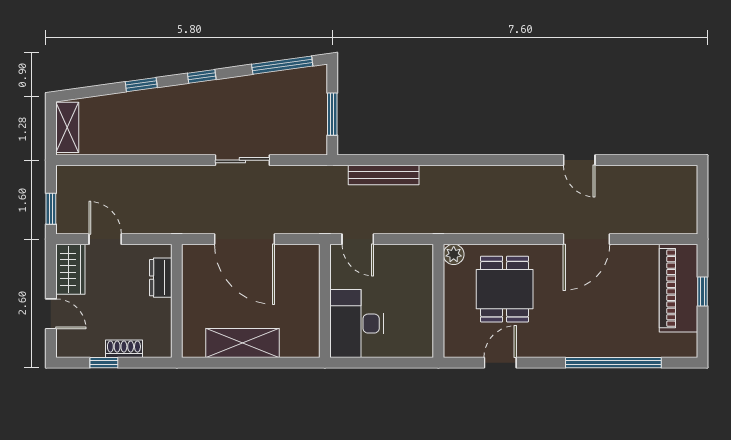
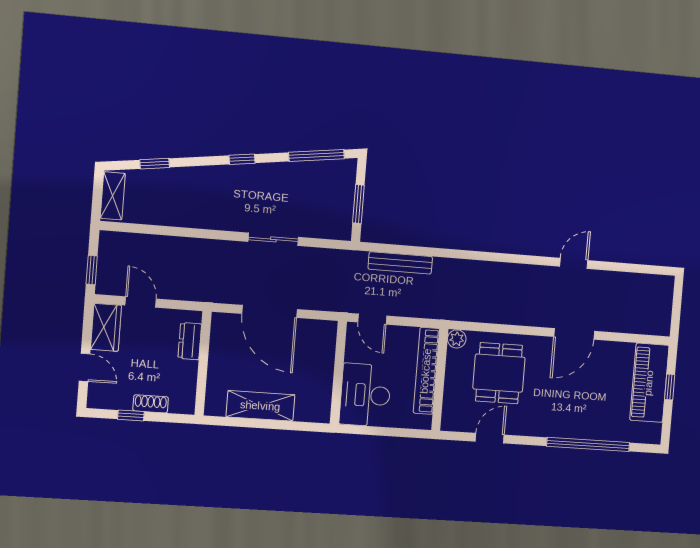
window: (141, 85) -> (155, 164), moved
door: (579, 160) -> (574, 263), swing flipped
bookcase: (423, 292) -> (426, 371), added

